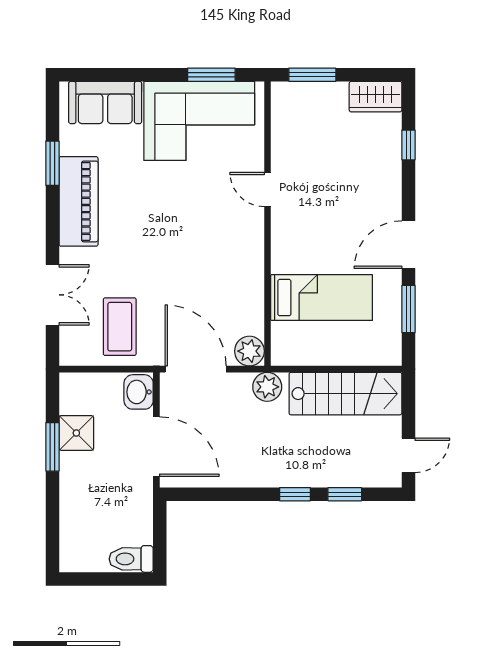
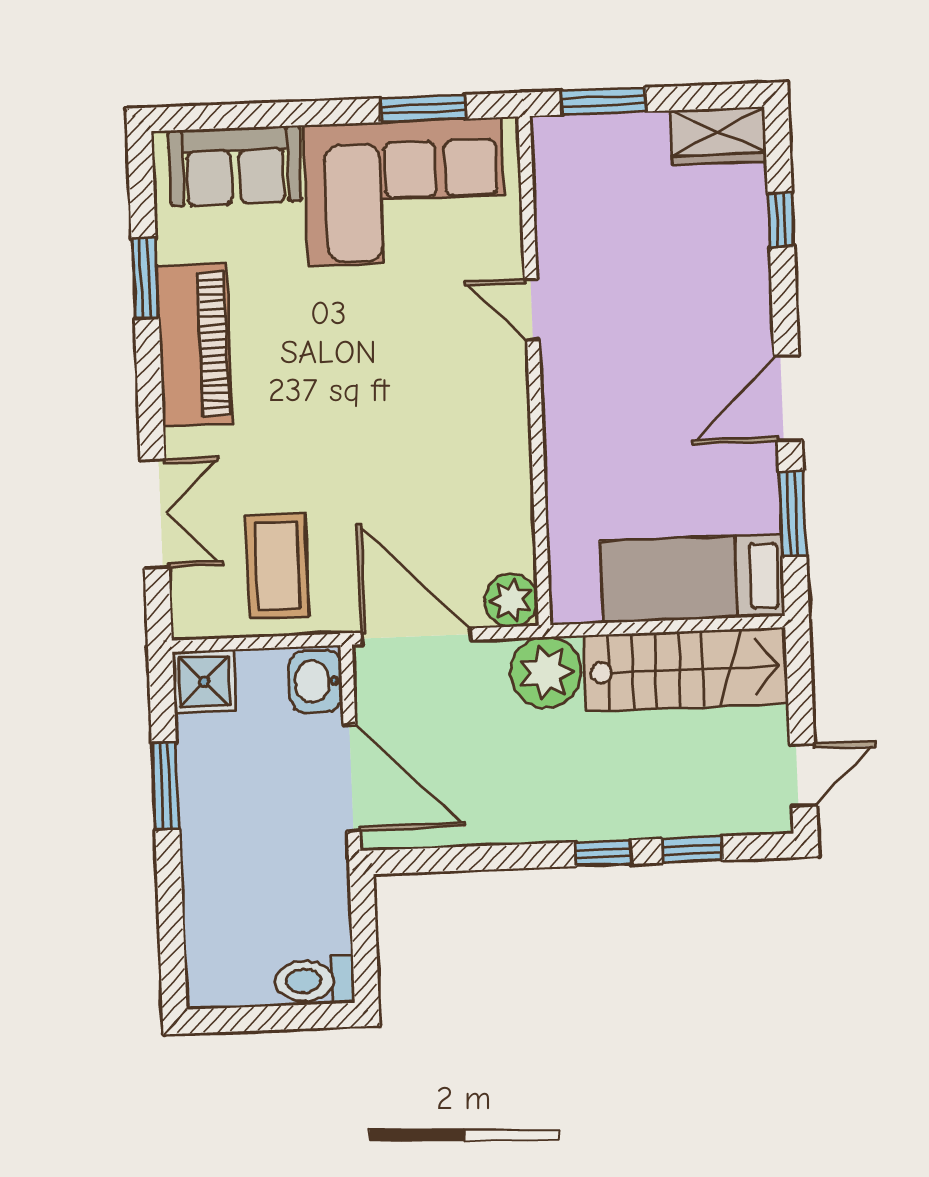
bed: (322, 298) -> (692, 579), moved, turned 180
plant: (267, 387) -> (546, 672), width x1.36, depth x1.36
shower: (76, 433) -> (204, 682), moved

